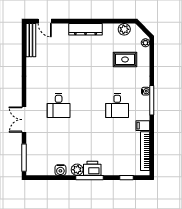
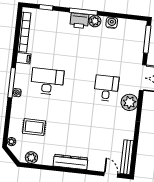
plant: (34, 94) -> (129, 102), added
desk: (117, 105) -> (47, 81), width x1.37

